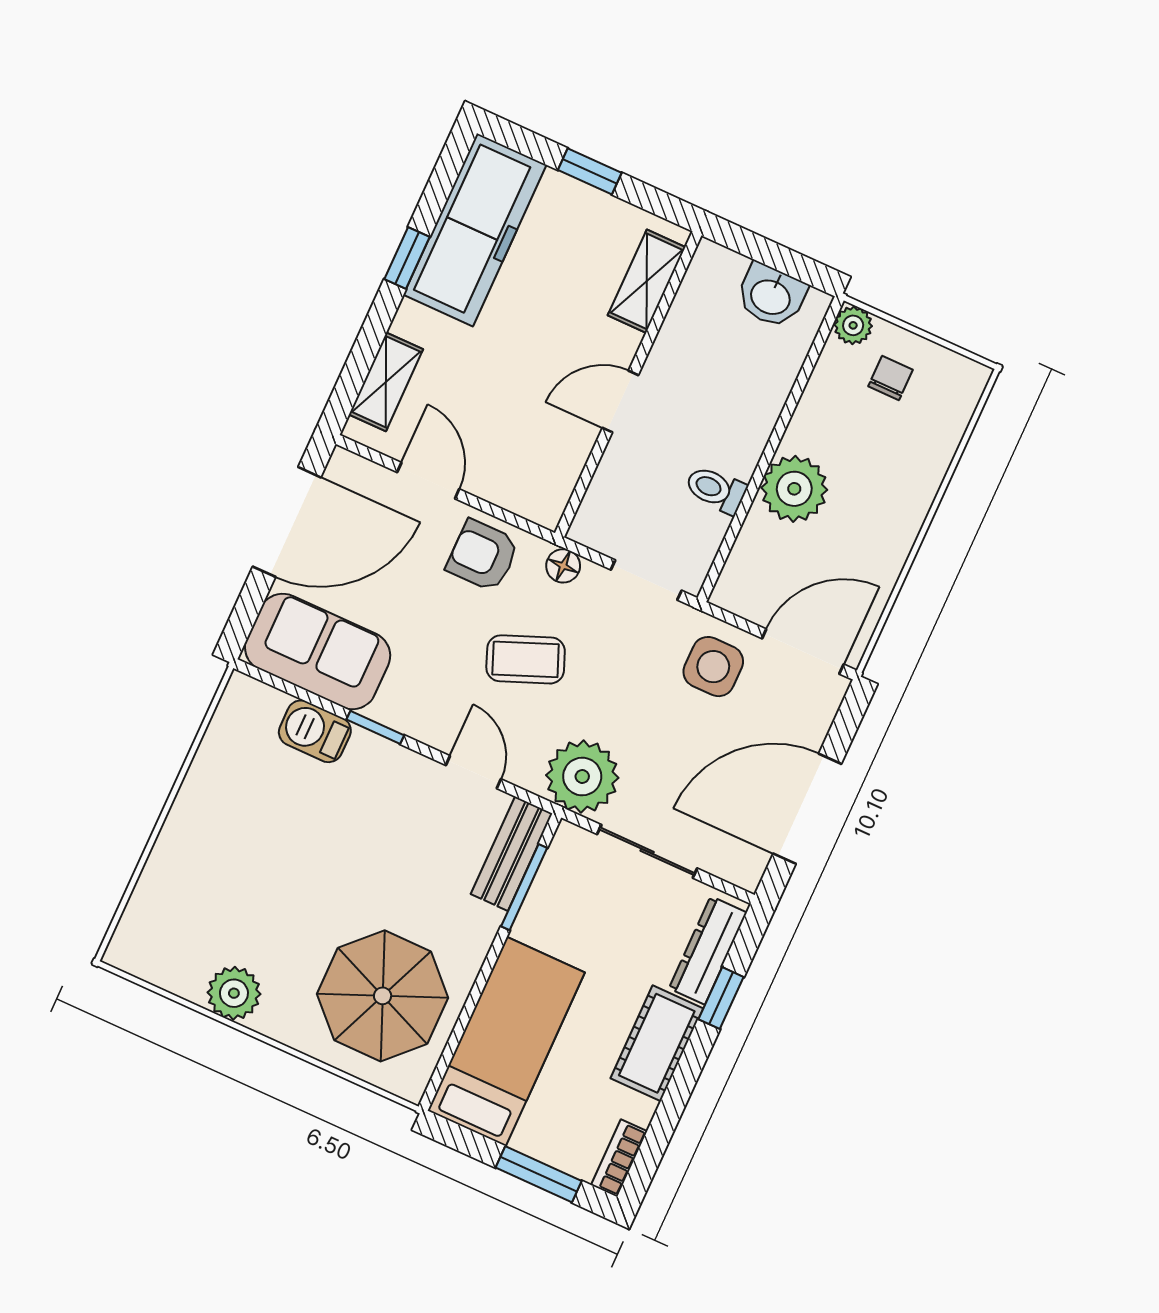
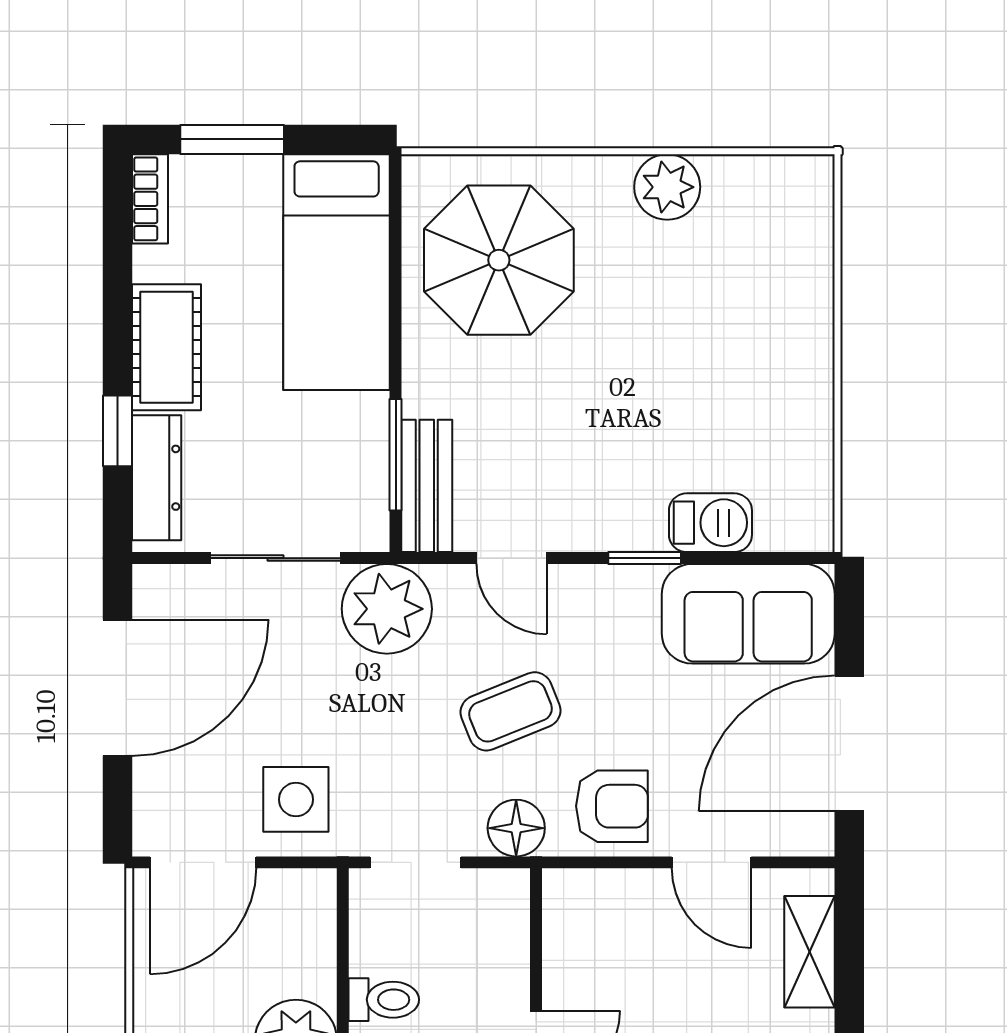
floor lamp: (563, 566) -> (516, 828), width x1.37, depth x1.37

